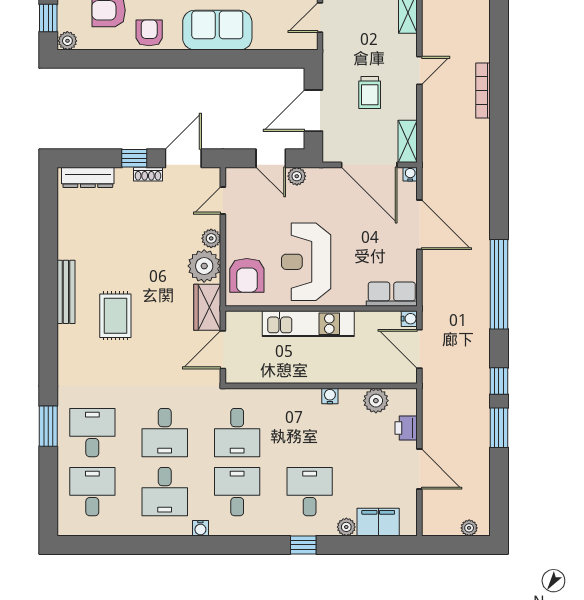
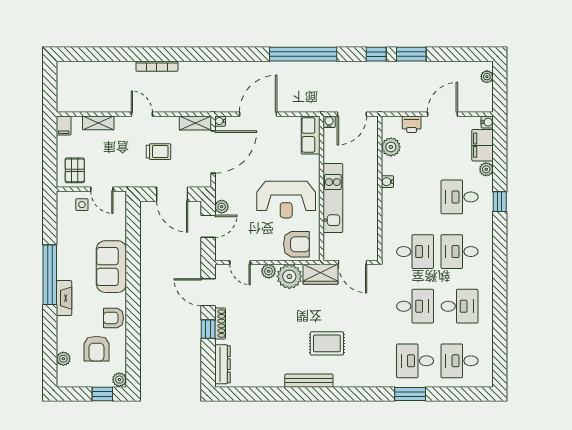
shoe rack: (148, 174) -> (220, 323), width x1.43
water cooler: (200, 528) -> (487, 122), moved

